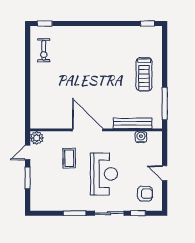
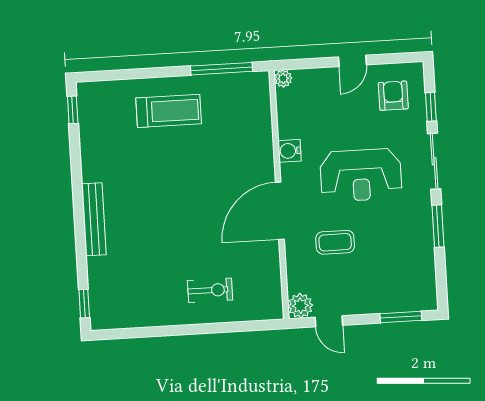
exercise bike: (44, 50) -> (210, 290), moved
bench: (133, 123) -> (94, 219), moved
plant: (158, 136) -> (283, 79), added
water cooler: (141, 137) -> (290, 151), moved
reception desk: (104, 174) -> (361, 175), turned 180
window: (28, 178) -> (401, 317), moved

